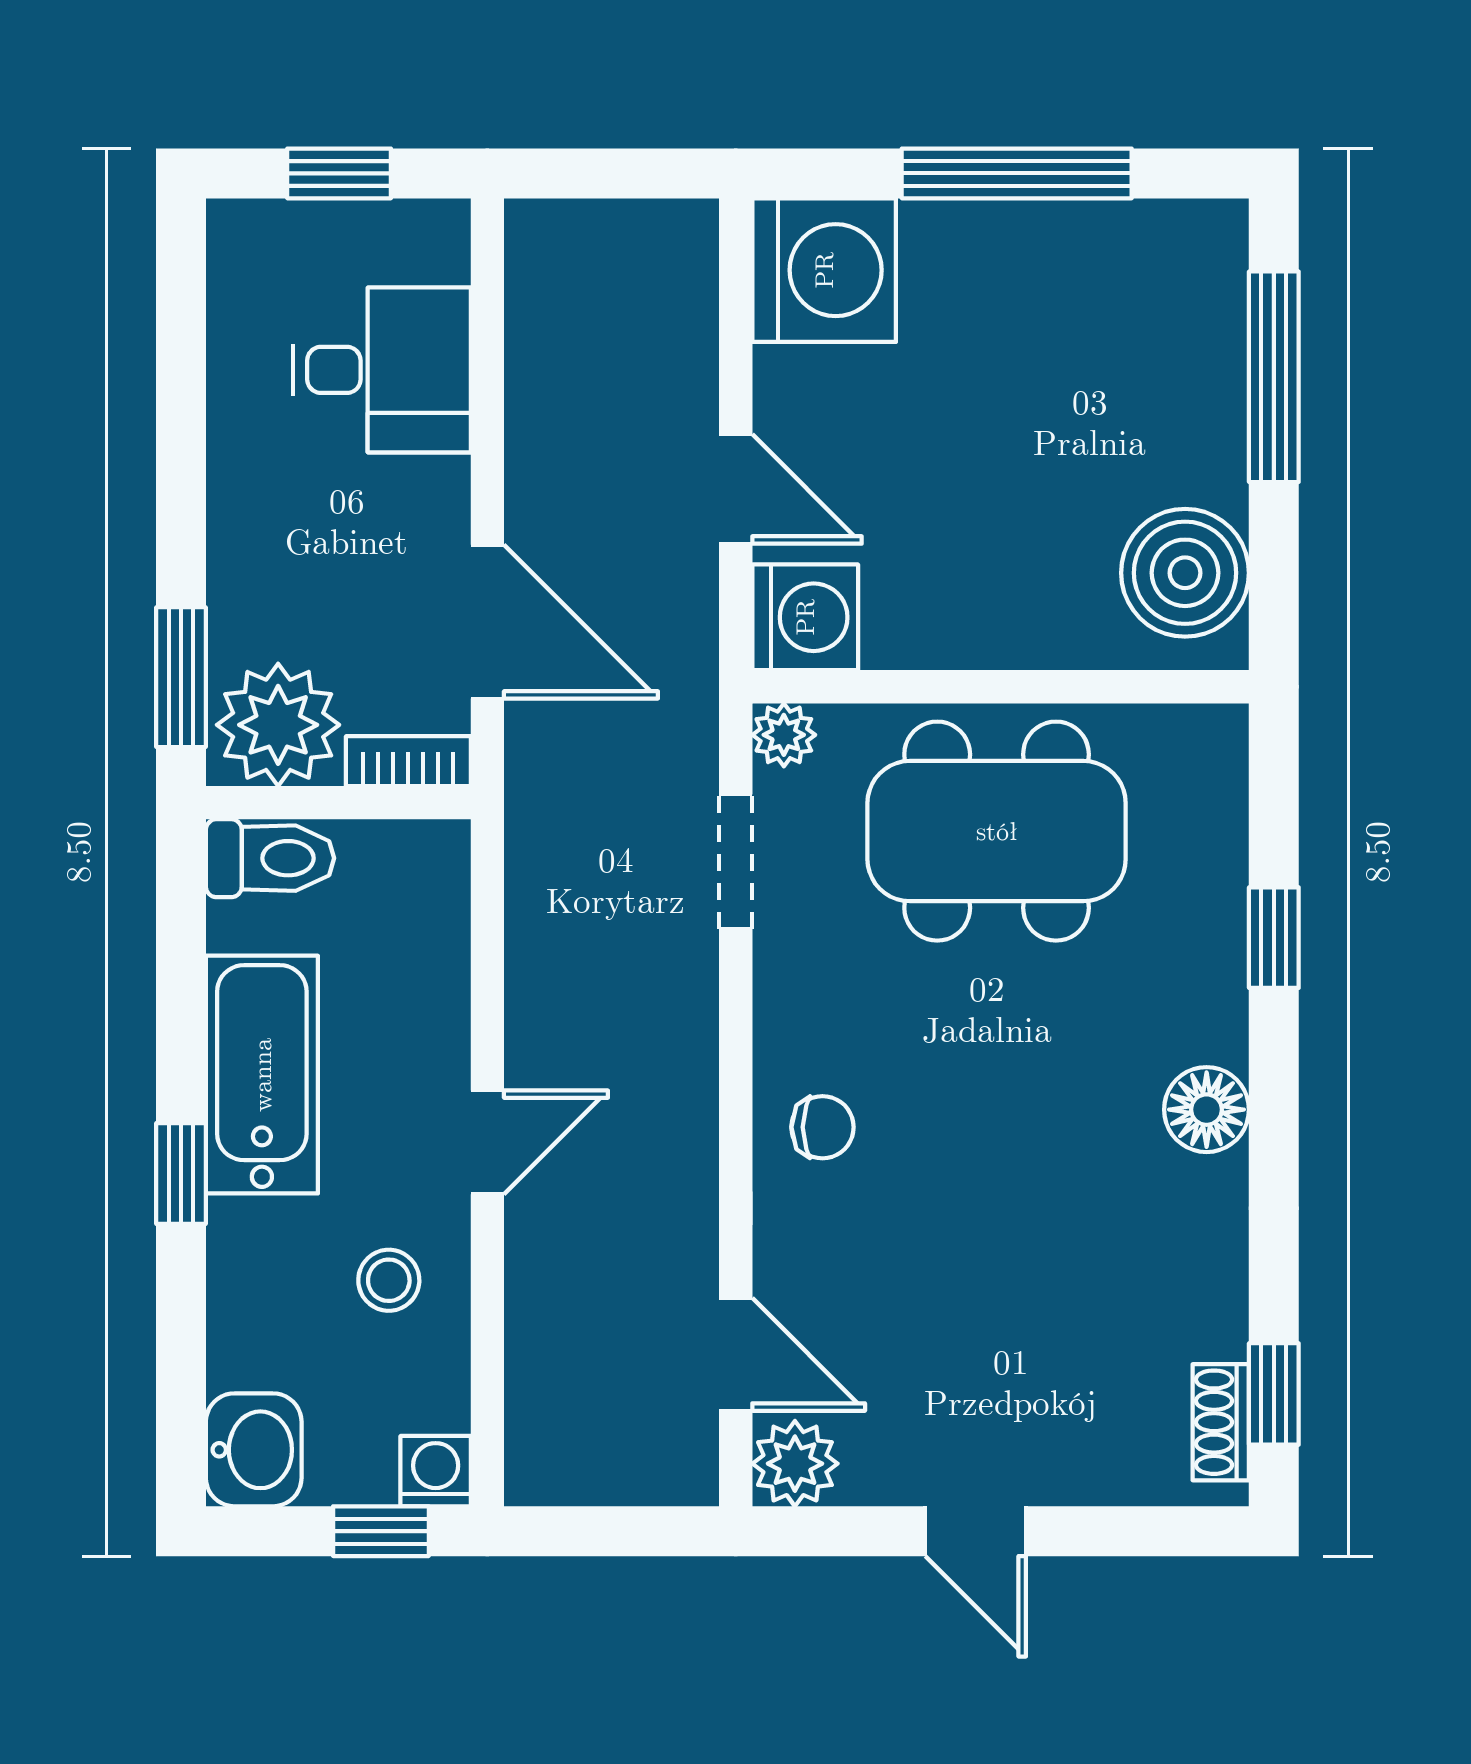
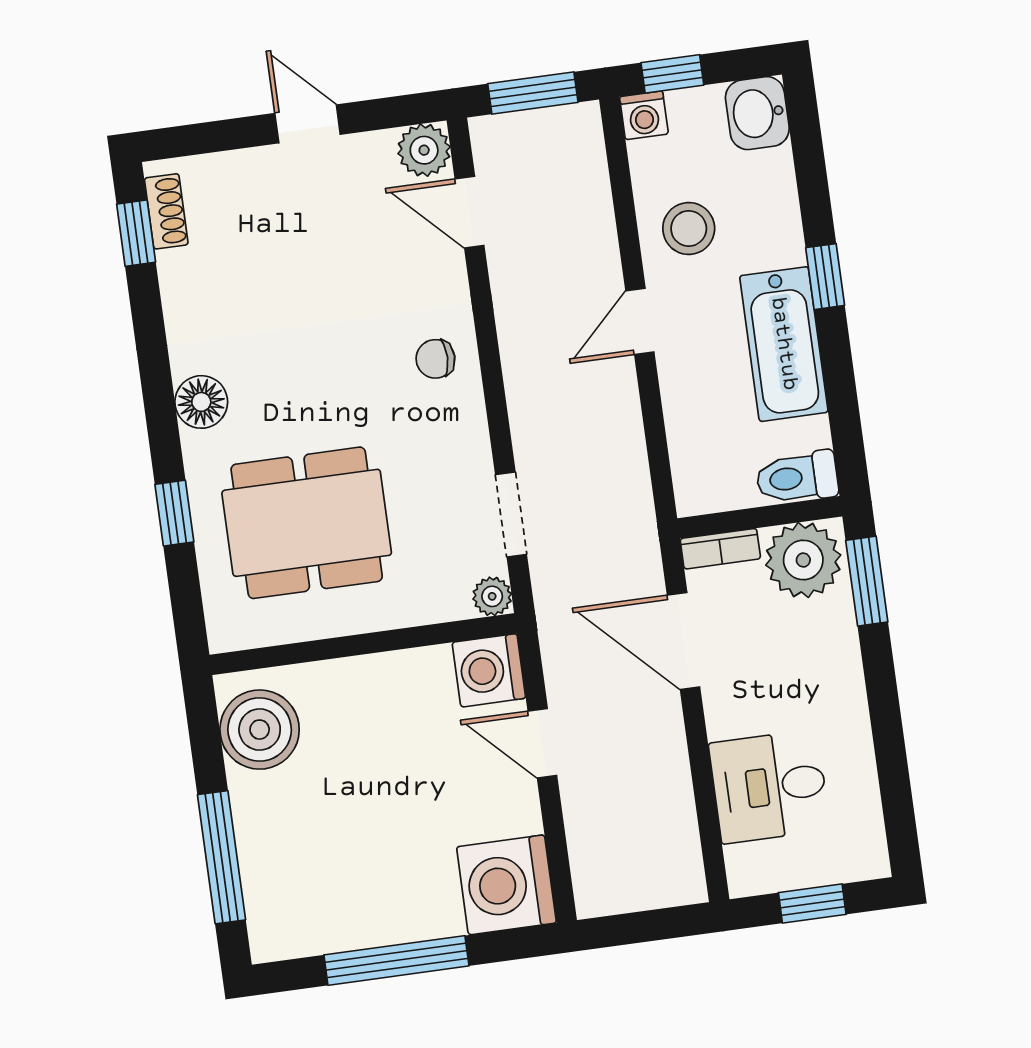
dining table: (997, 831) -> (307, 523), moved
stool: (389, 1280) -> (689, 229), width x1.37, depth x1.37
window: (608, 1531) -> (533, 93), added

